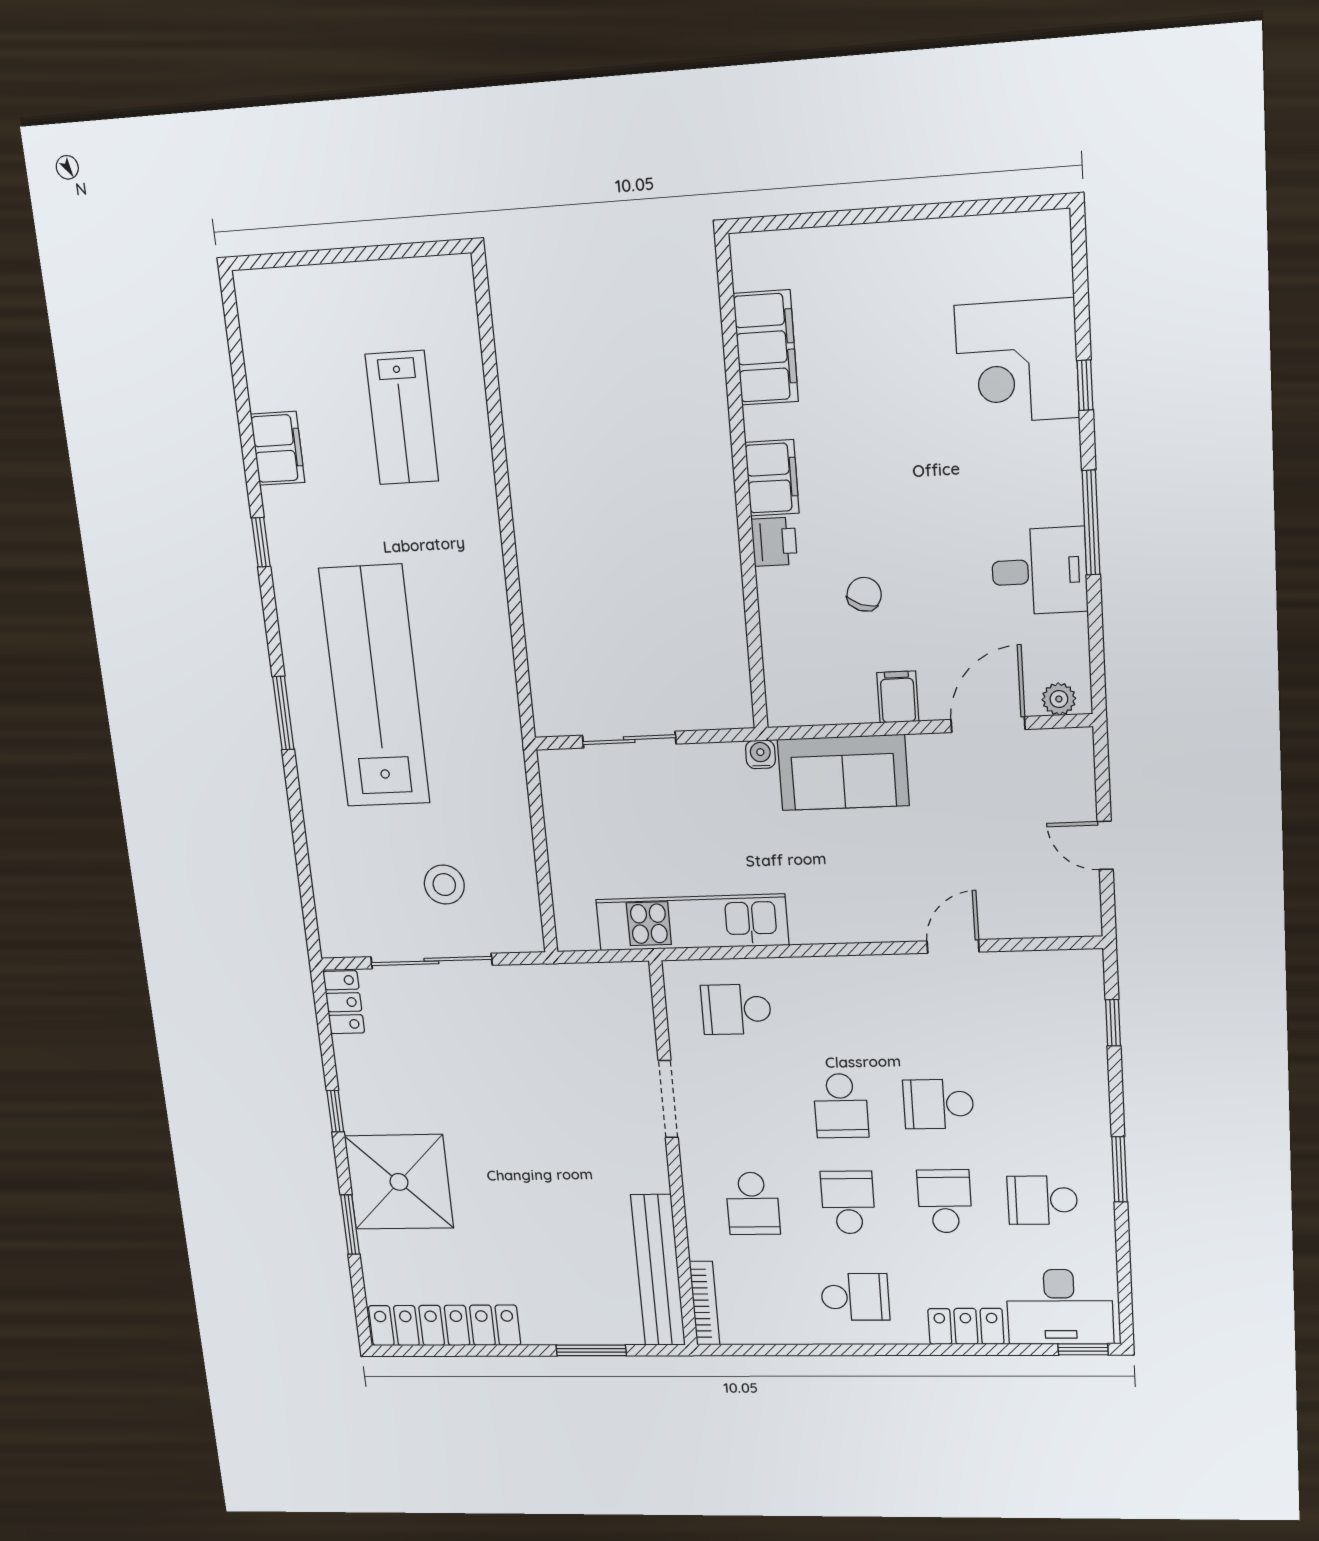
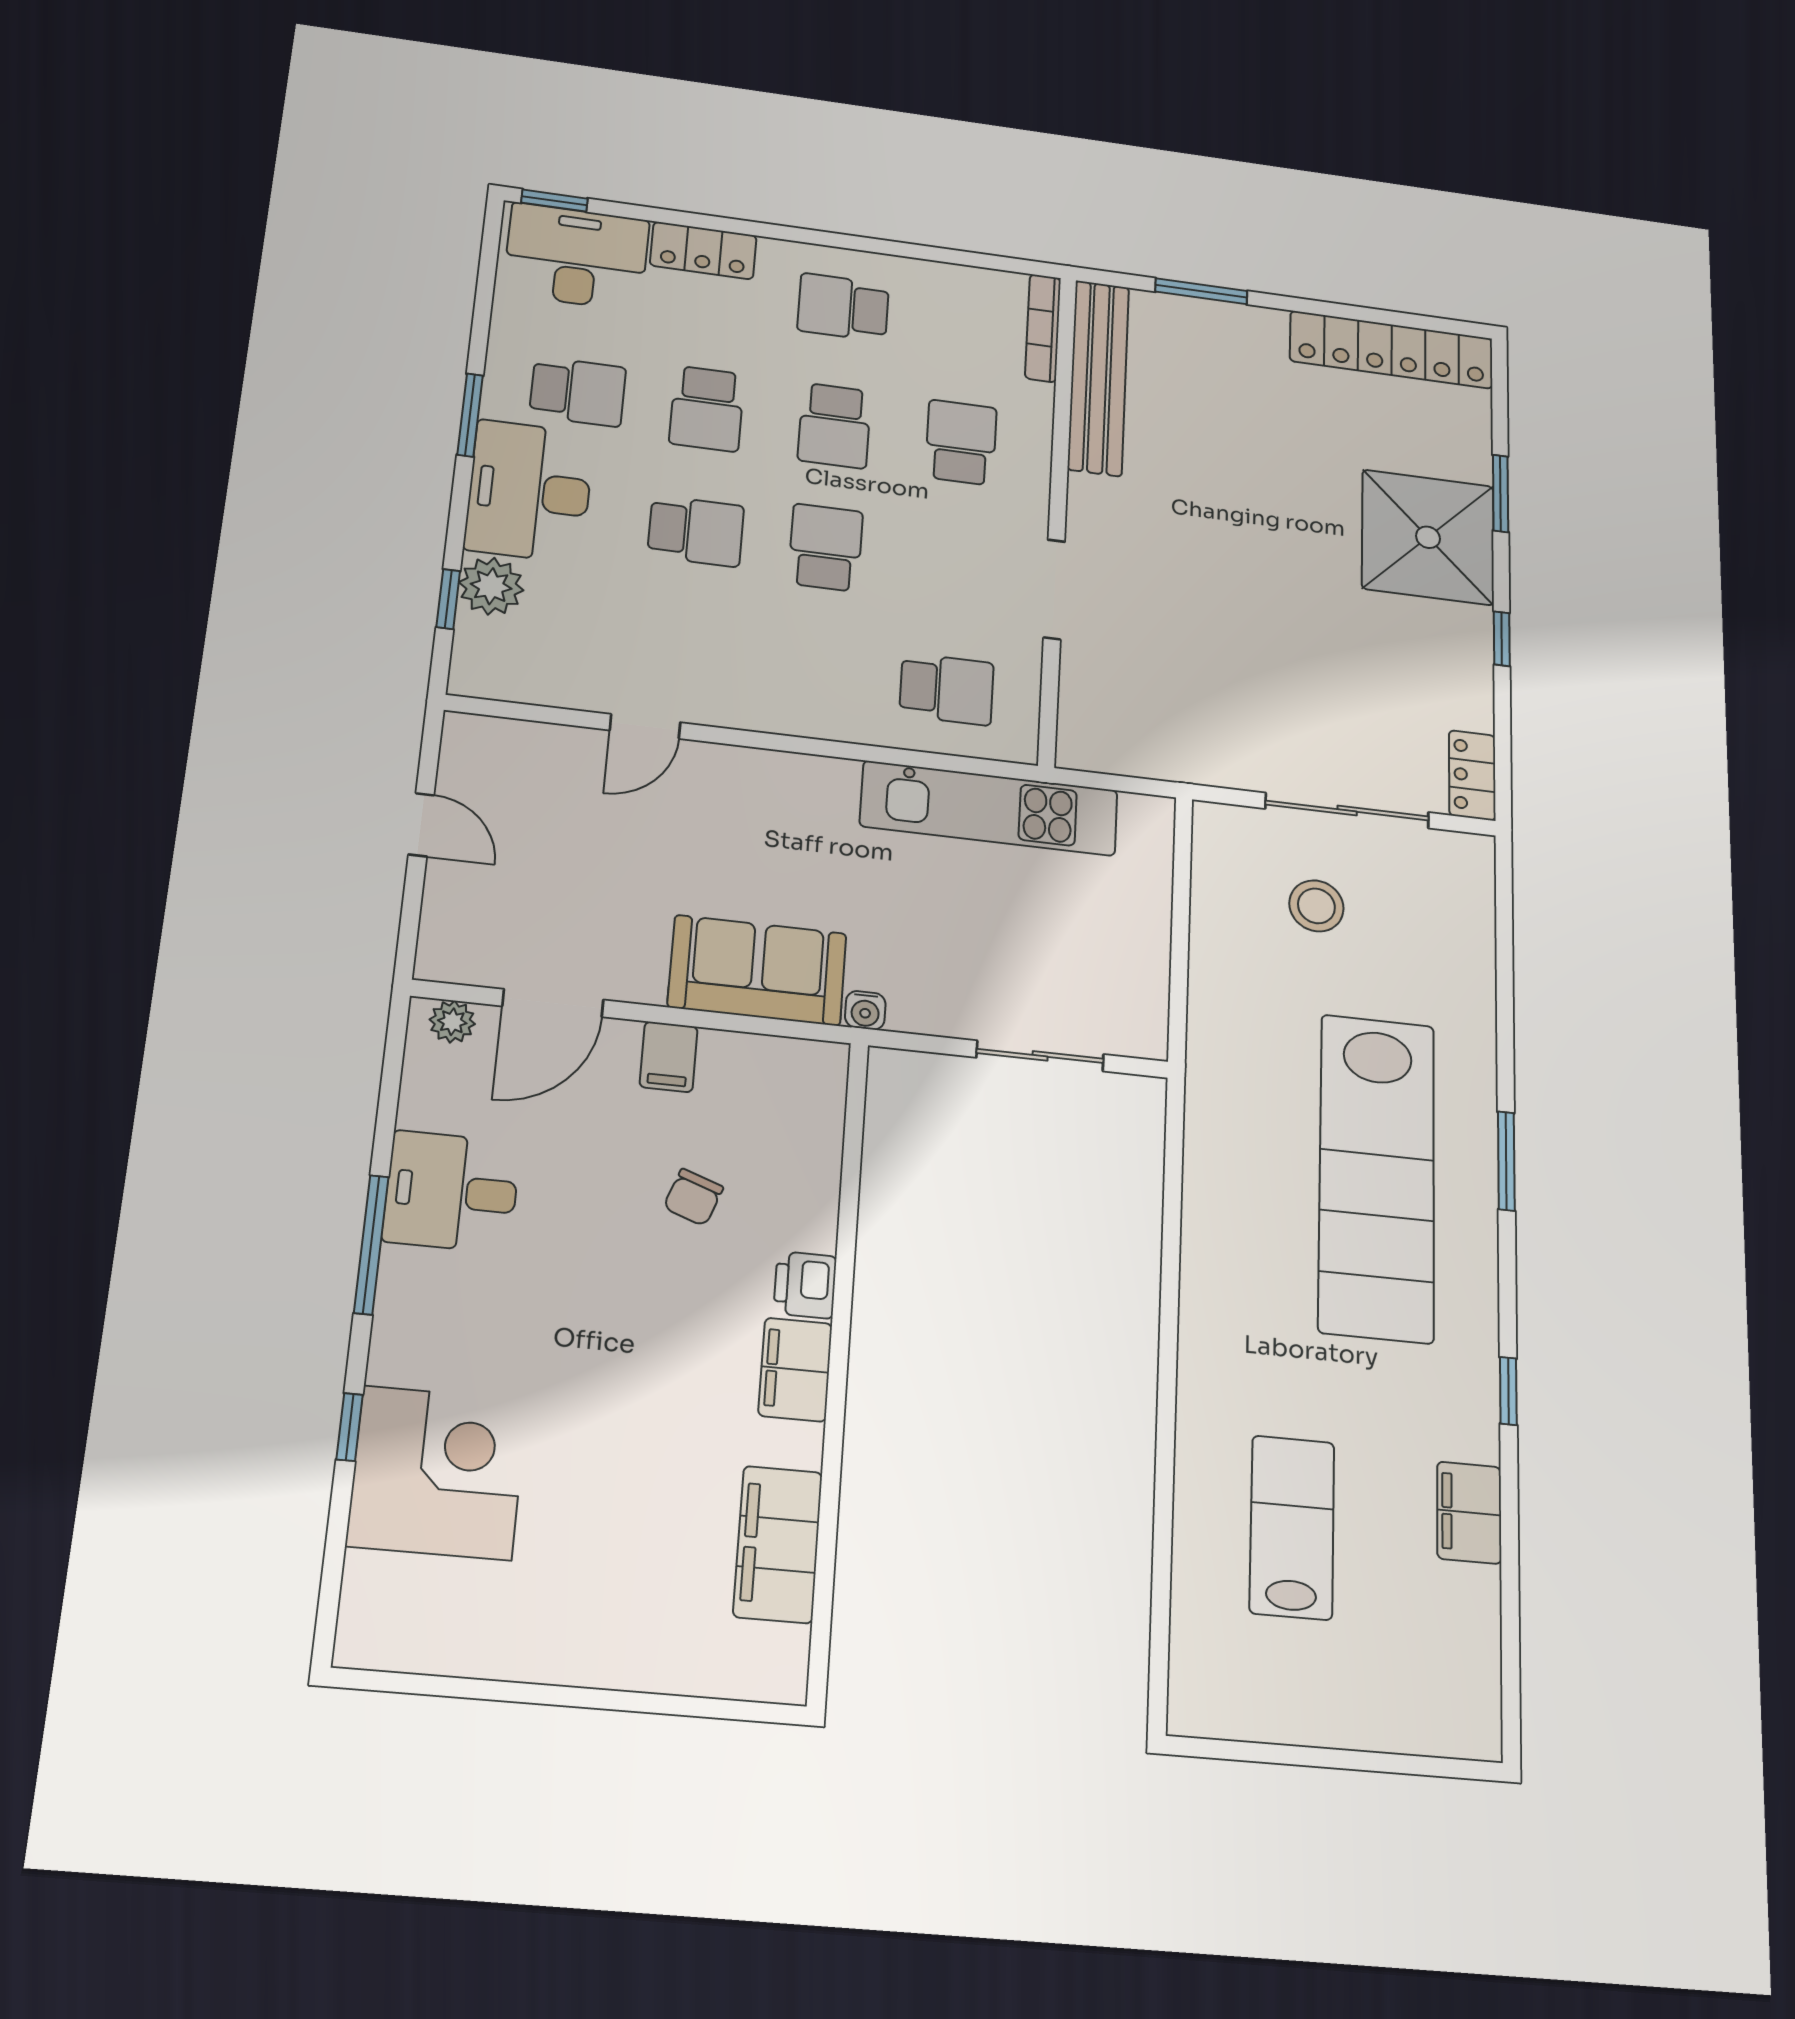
plant: (1083, 1038) -> (491, 586), added
desk: (1066, 1116) -> (529, 491), added

